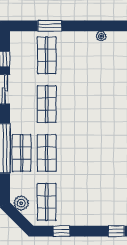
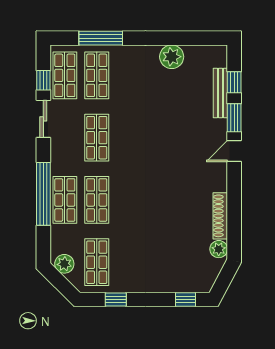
window: (50, 26) -> (101, 38), width x1.44
plant: (101, 36) -> (172, 57), width x1.88, depth x1.88
shop shelf: (22, 55) -> (65, 75), added

